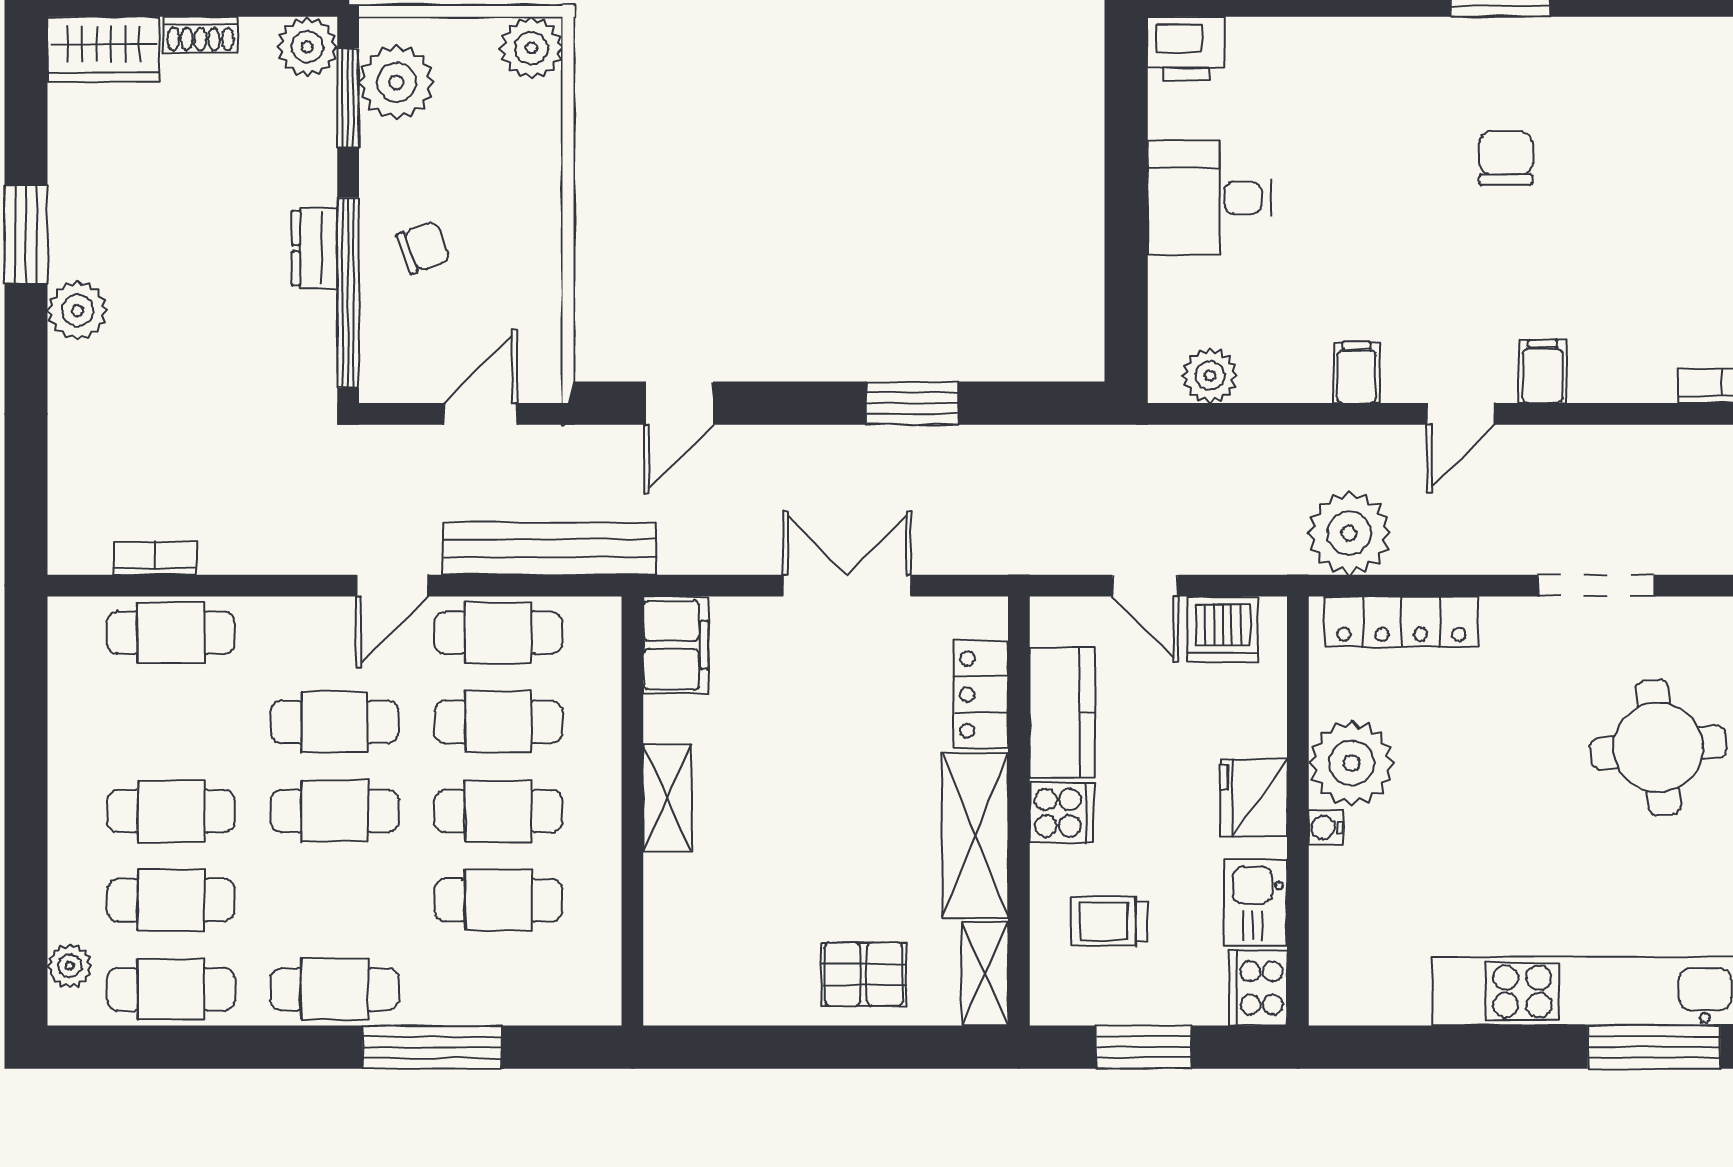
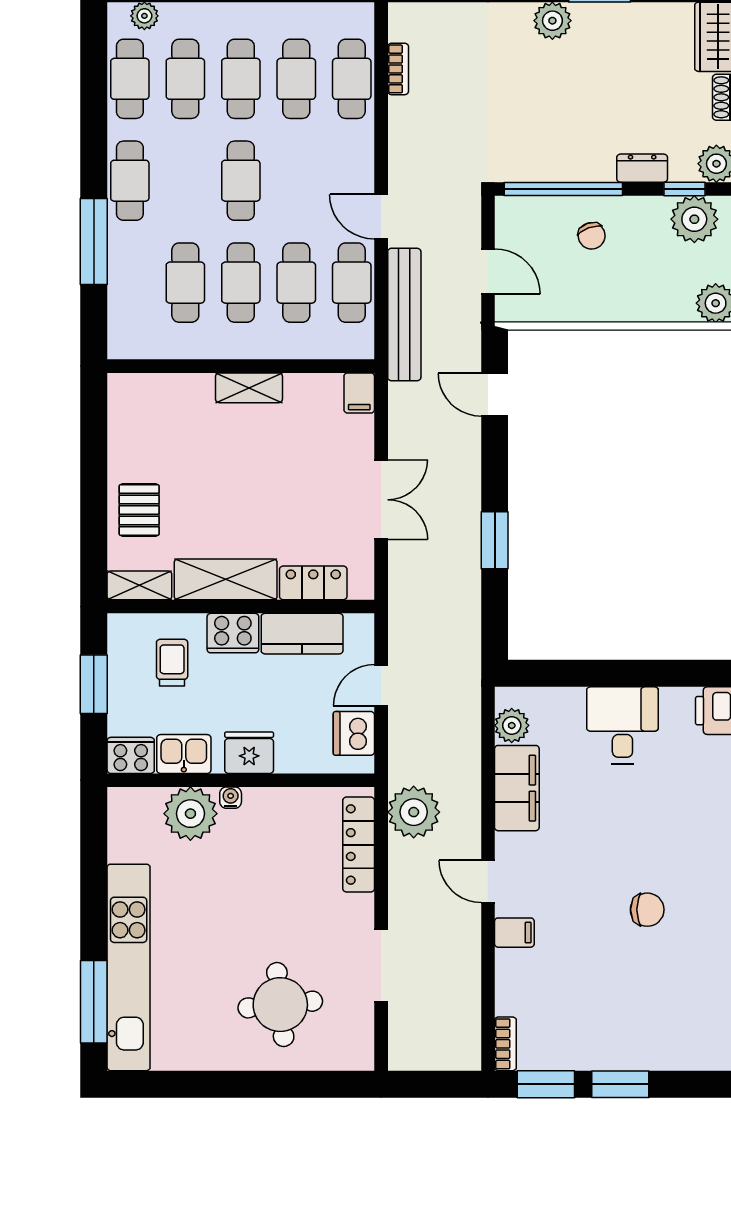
window: (348, 98) -> (684, 189), width x0.67
dresser: (314, 248) -> (642, 168), moved
filing cabinet: (1356, 373) -> (517, 788), width x3.00, depth x1.17
filing cabinet: (676, 645) -> (359, 393), width x0.50
cafe table: (335, 722) -> (296, 79), moved
plant: (1352, 763) -> (190, 814), moved
cooker: (1062, 813) -> (233, 633), width x1.36

